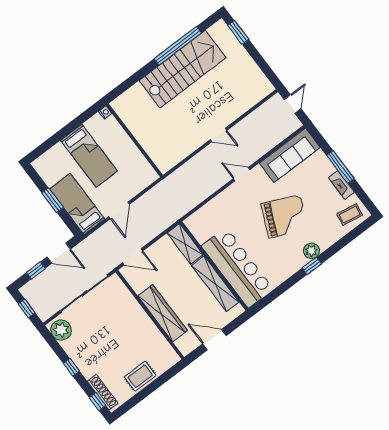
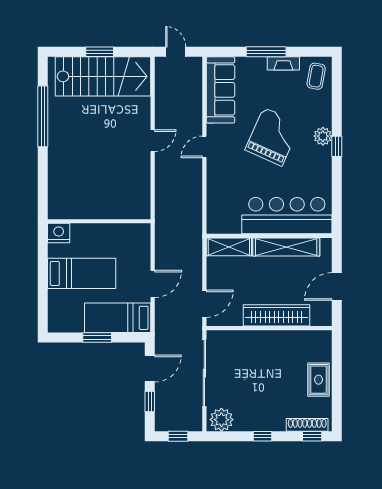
window: (238, 32) -> (100, 52), moved
stairs: (183, 69) -> (103, 76), moved, turned 90
nightstand: (105, 112) -> (59, 233), width x1.89, depth x1.79
door: (119, 210) -> (153, 284), hinge flipped

